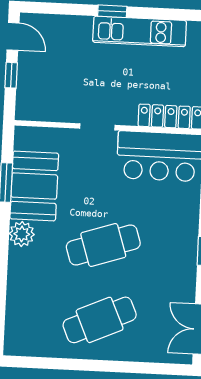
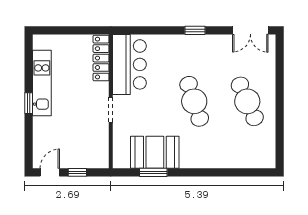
plant: (22, 234) -> (189, 159), removed

